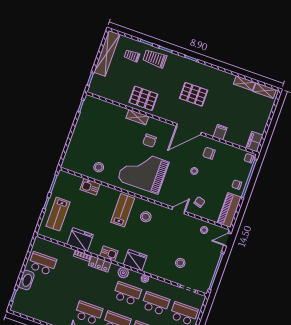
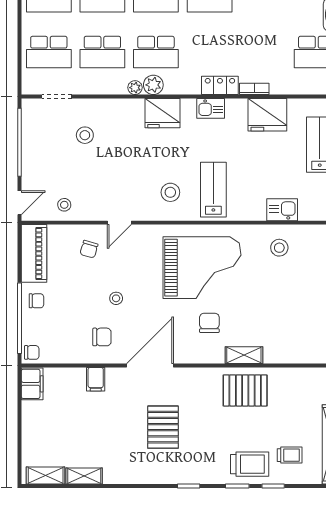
pallet: (194, 94) -> (163, 427), turned 90
lab bench: (123, 210) -> (213, 190), turned 180
plant: (123, 273) -> (153, 85), moved

